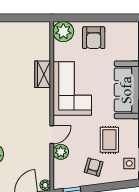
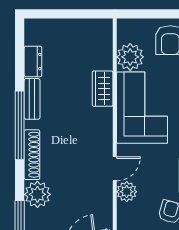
plant: (63, 32) -> (130, 57), moved

